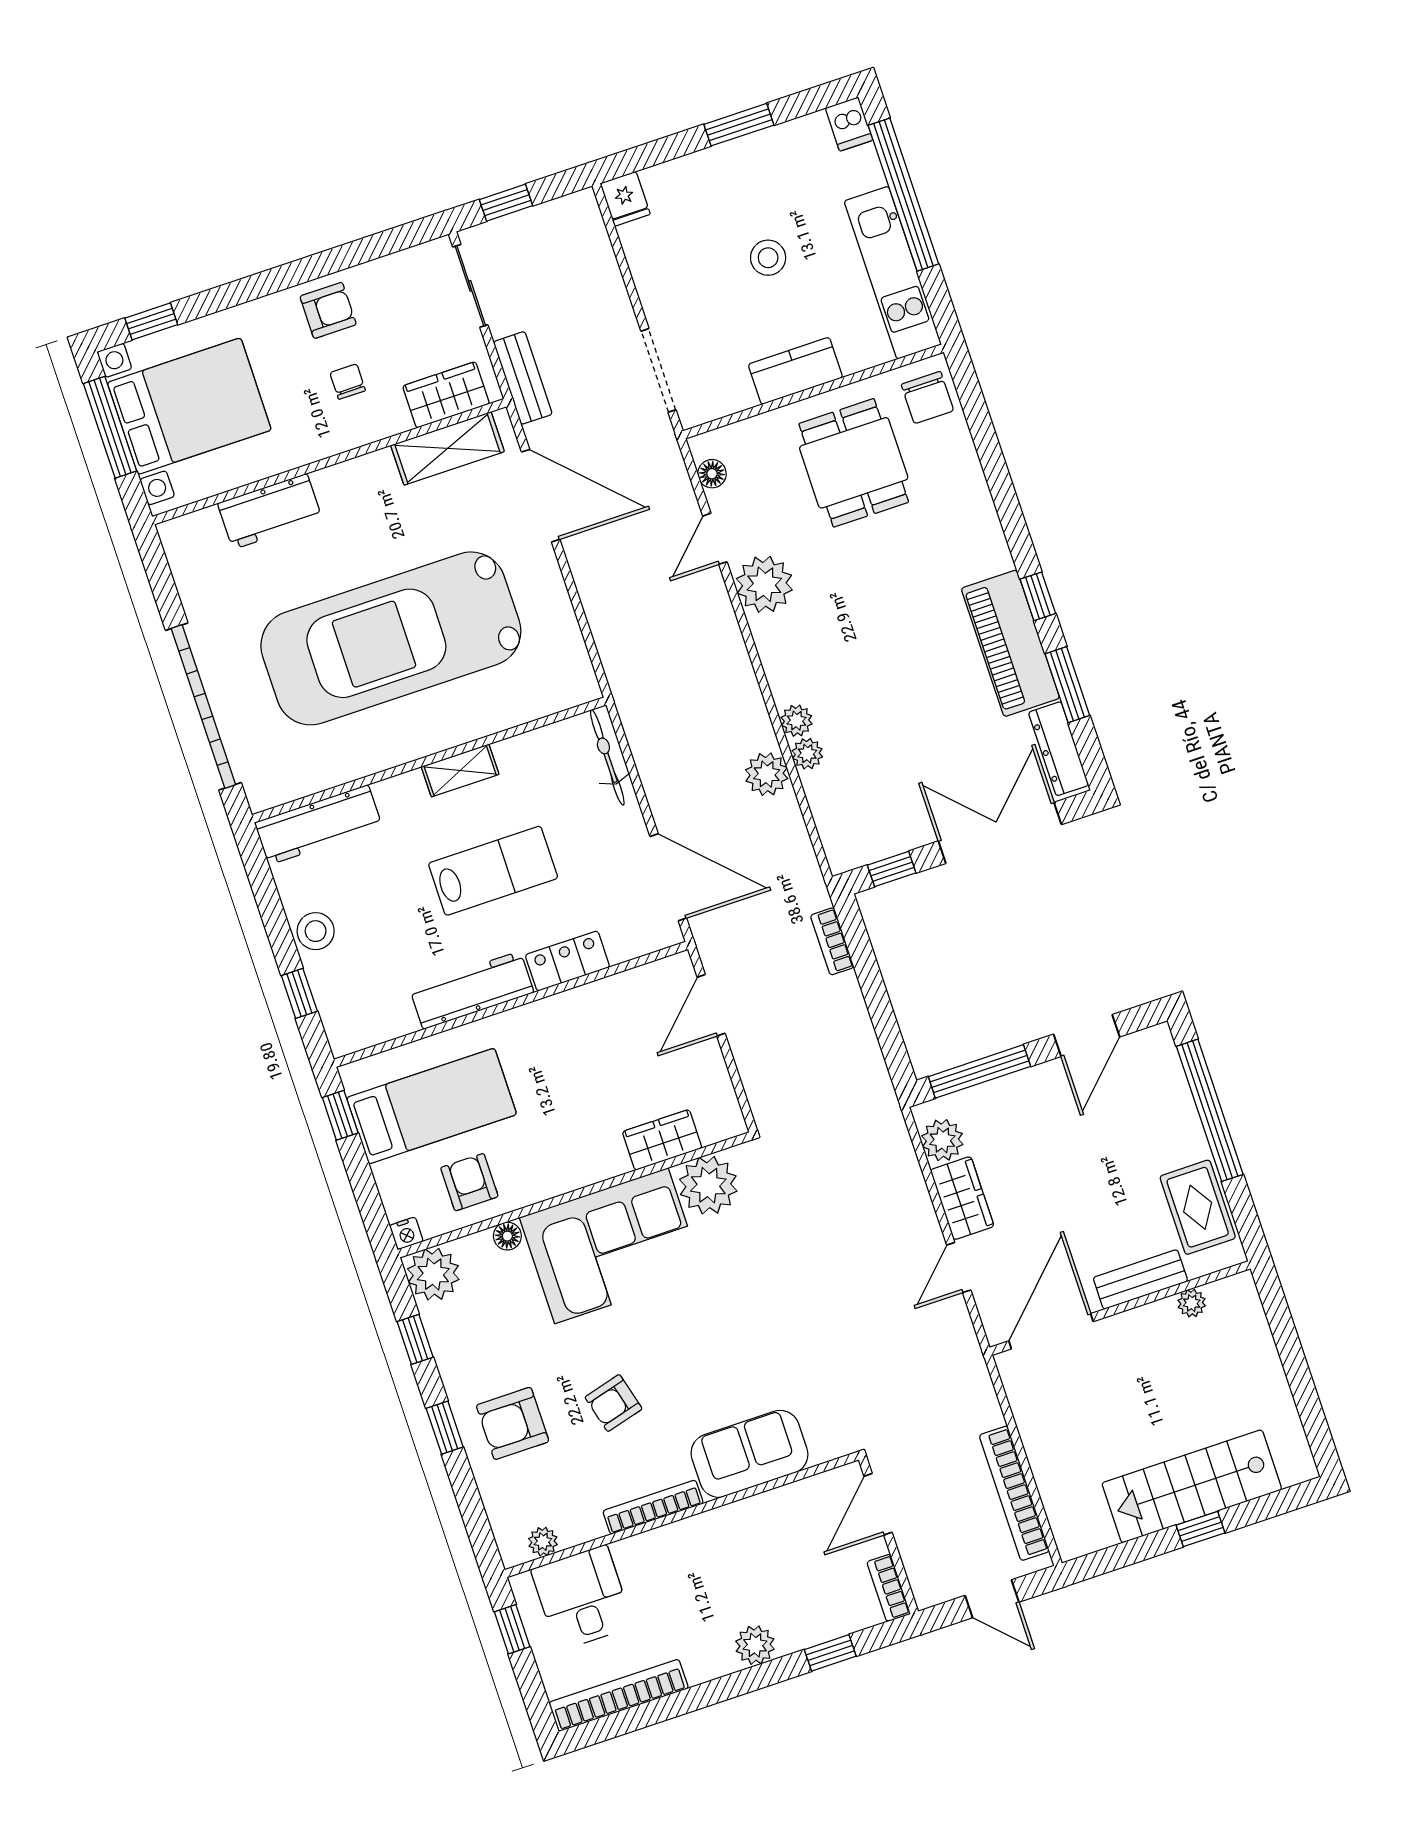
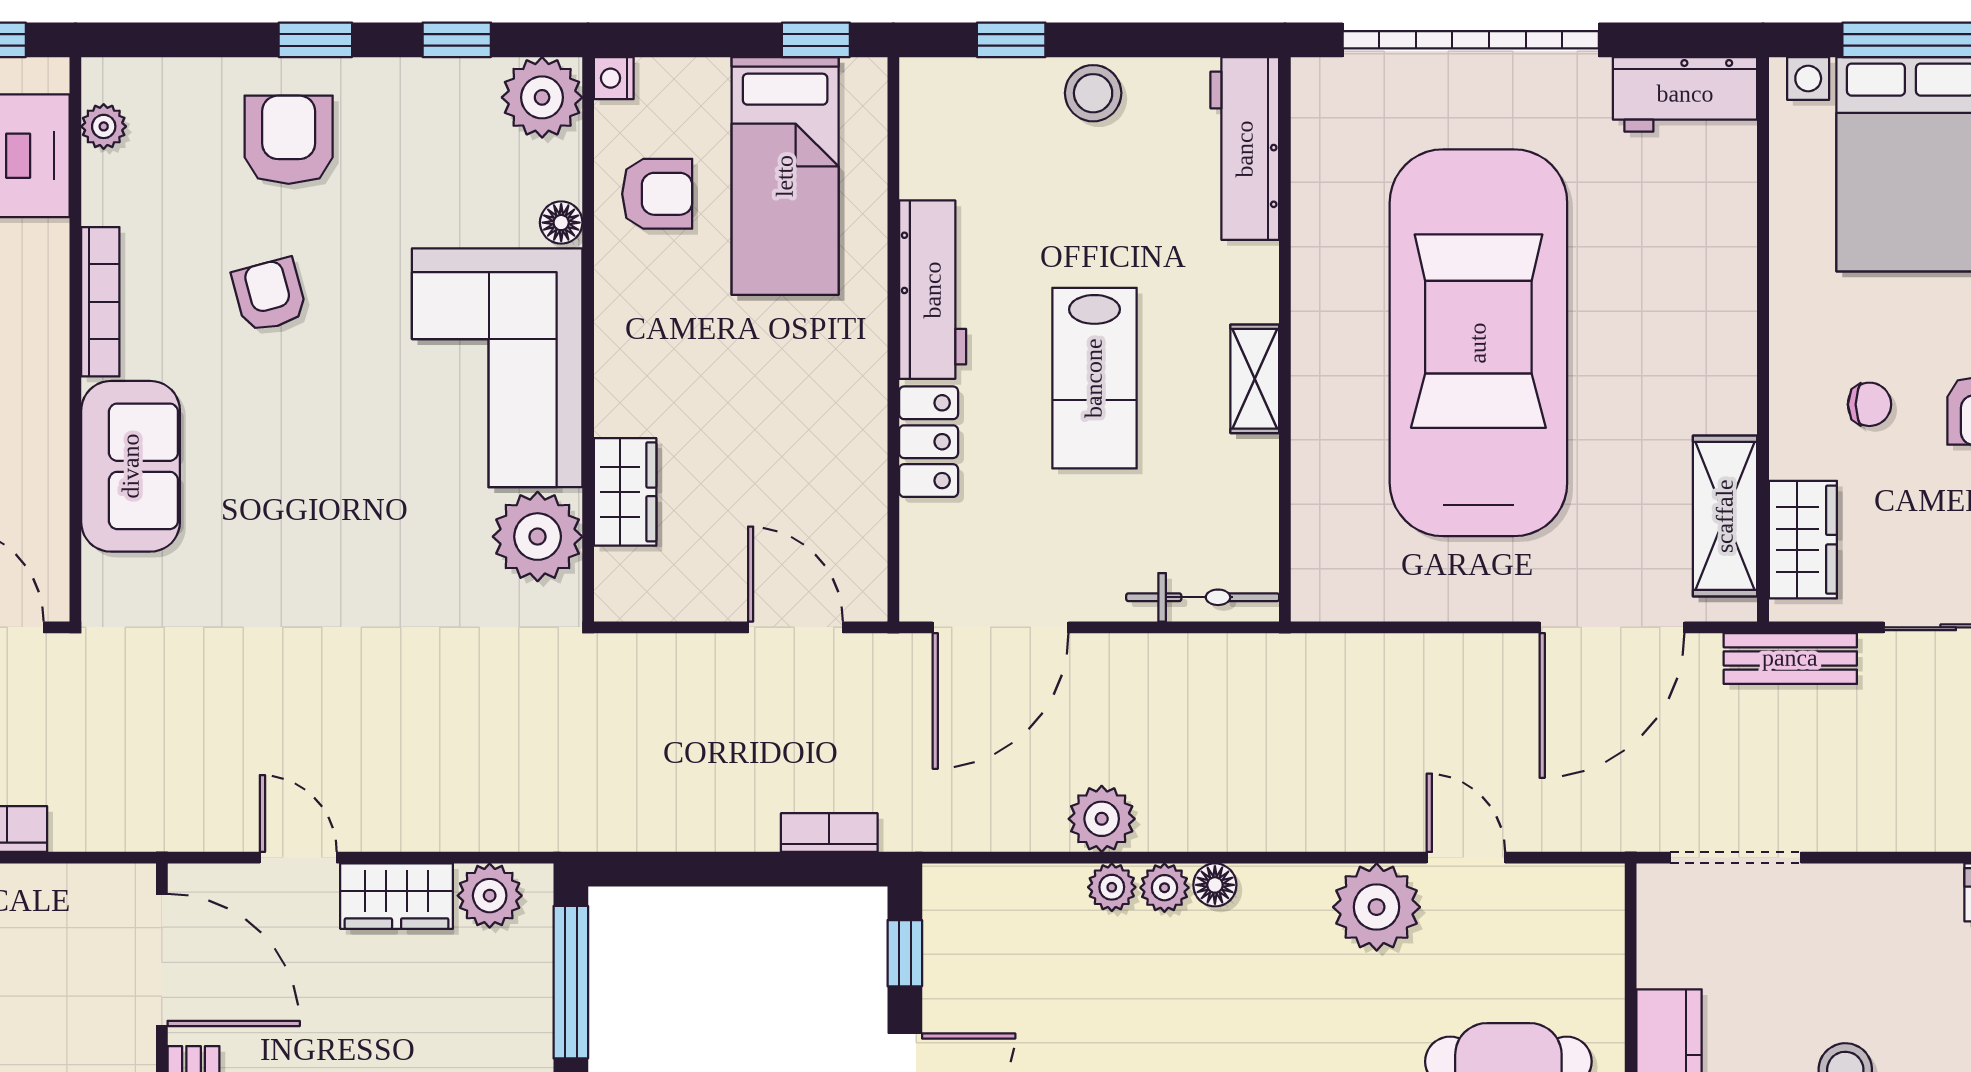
floor lamp: (712, 474) -> (1215, 885), moved
workbench: (270, 511) -> (1685, 94), moved, turned -90

